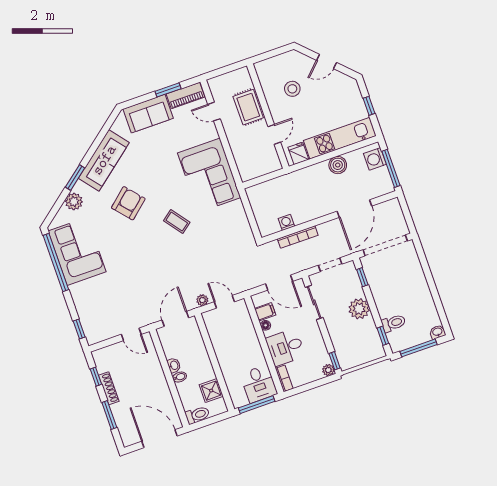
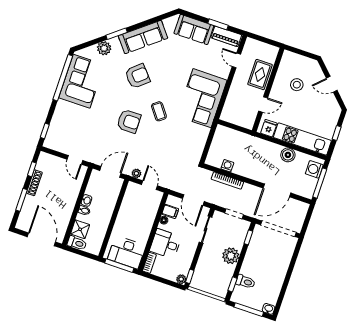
armchair: (155, 255) -> (129, 121), added
desk: (259, 384) -> (127, 252), width x1.37
shower: (211, 391) -> (80, 229), moved

